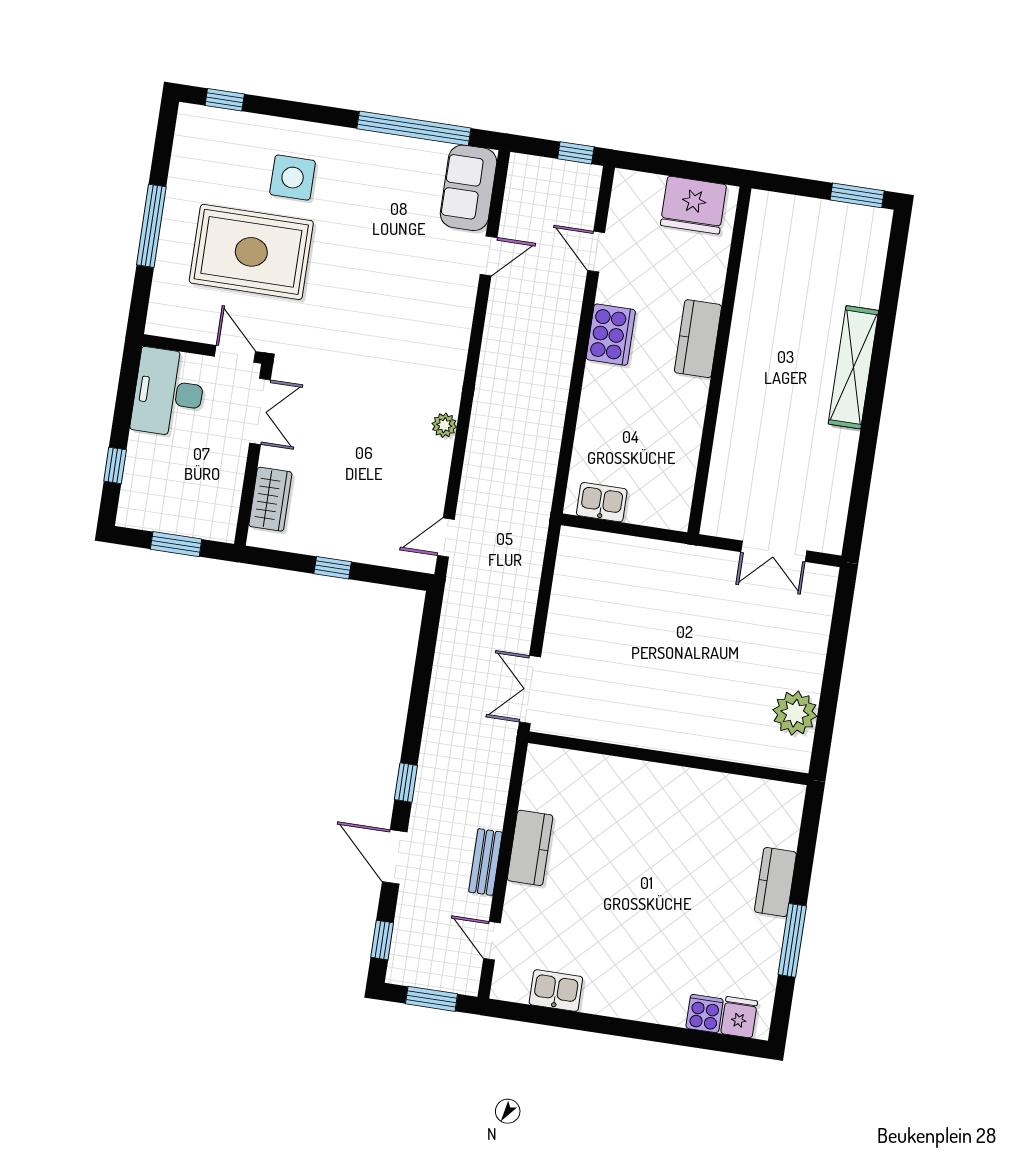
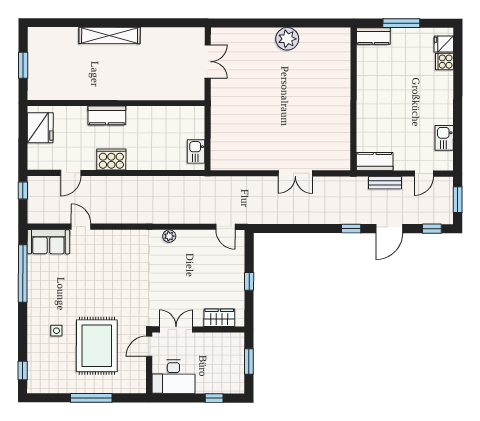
side table: (293, 178) -> (56, 331), width x0.54, depth x0.54
window: (857, 195) -> (23, 65), moved
wall: (668, 758) -> (354, 99), moved

